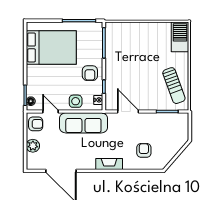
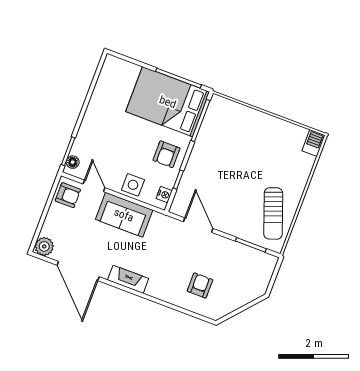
barbecue: (180, 37) -> (314, 143), width x0.53, depth x0.65
bed: (51, 47) -> (168, 102), moved, turned 180
sofa: (83, 123) -> (124, 215), width x0.73
plant: (33, 146) -> (44, 246), moved
fireplace: (109, 164) -> (128, 279), moved

